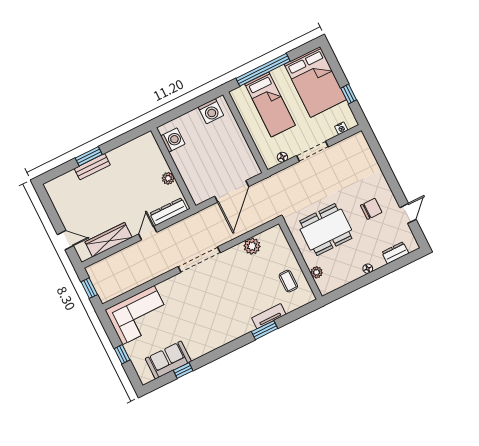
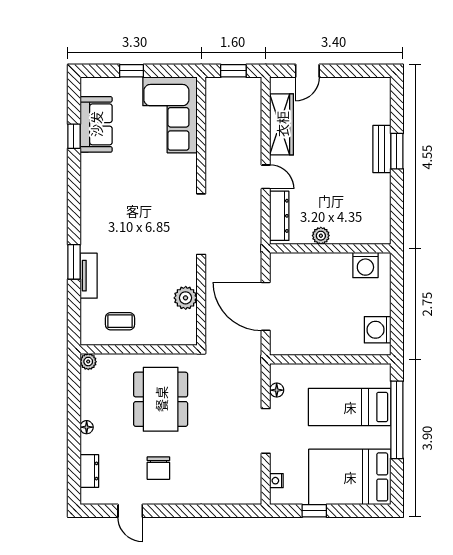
plant: (317, 272) -> (88, 362), moved

